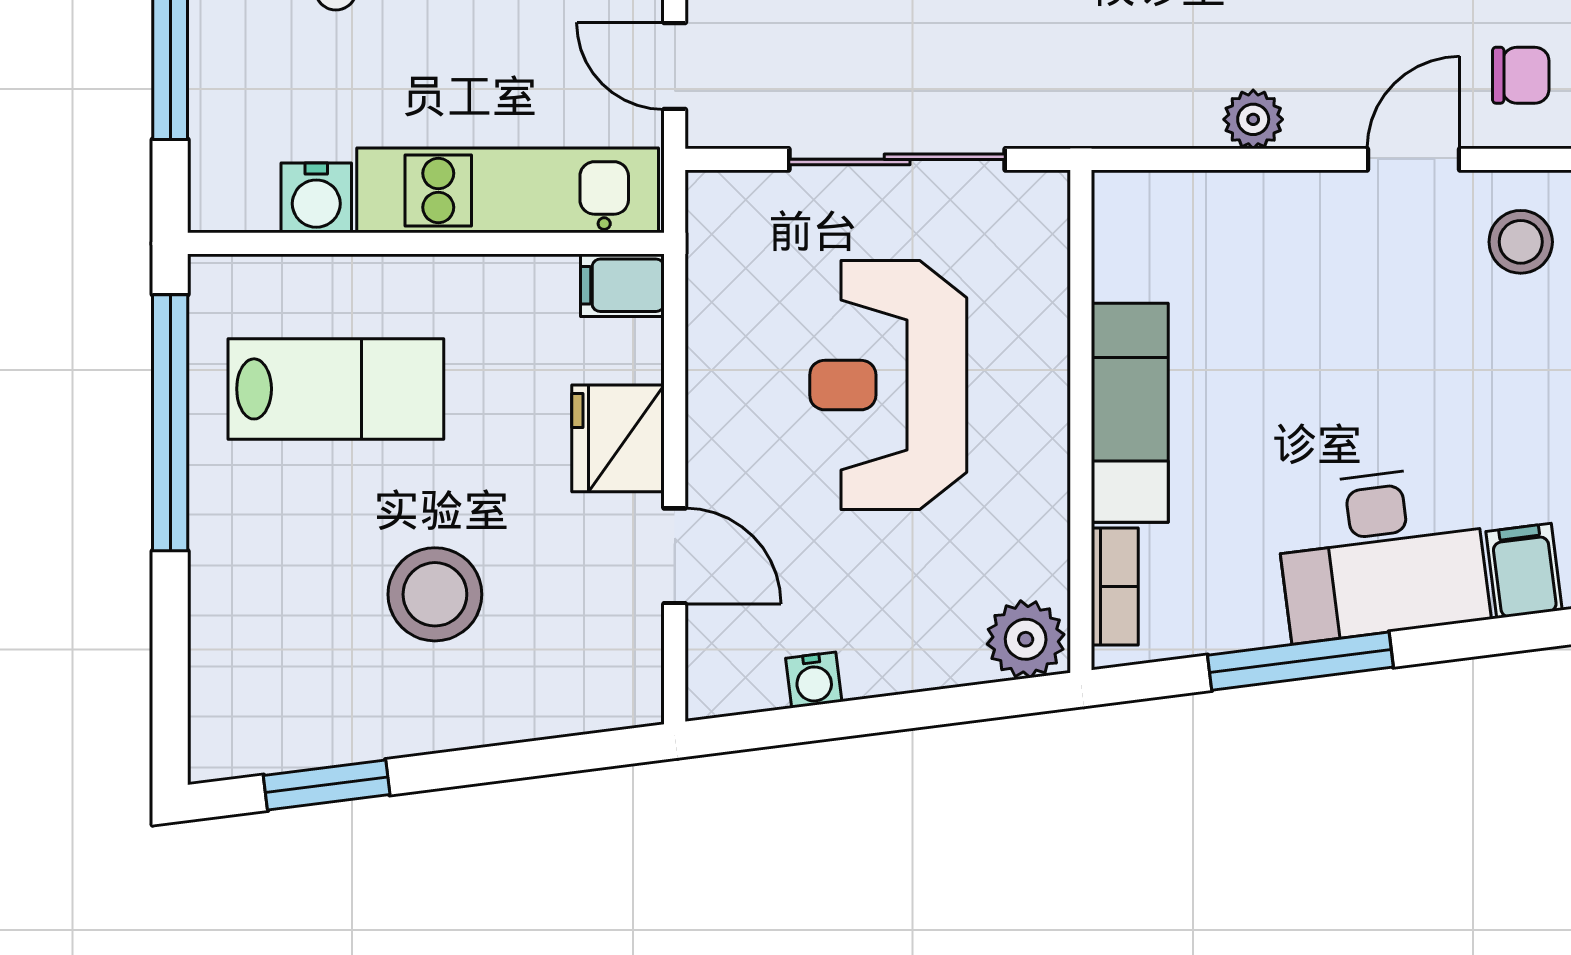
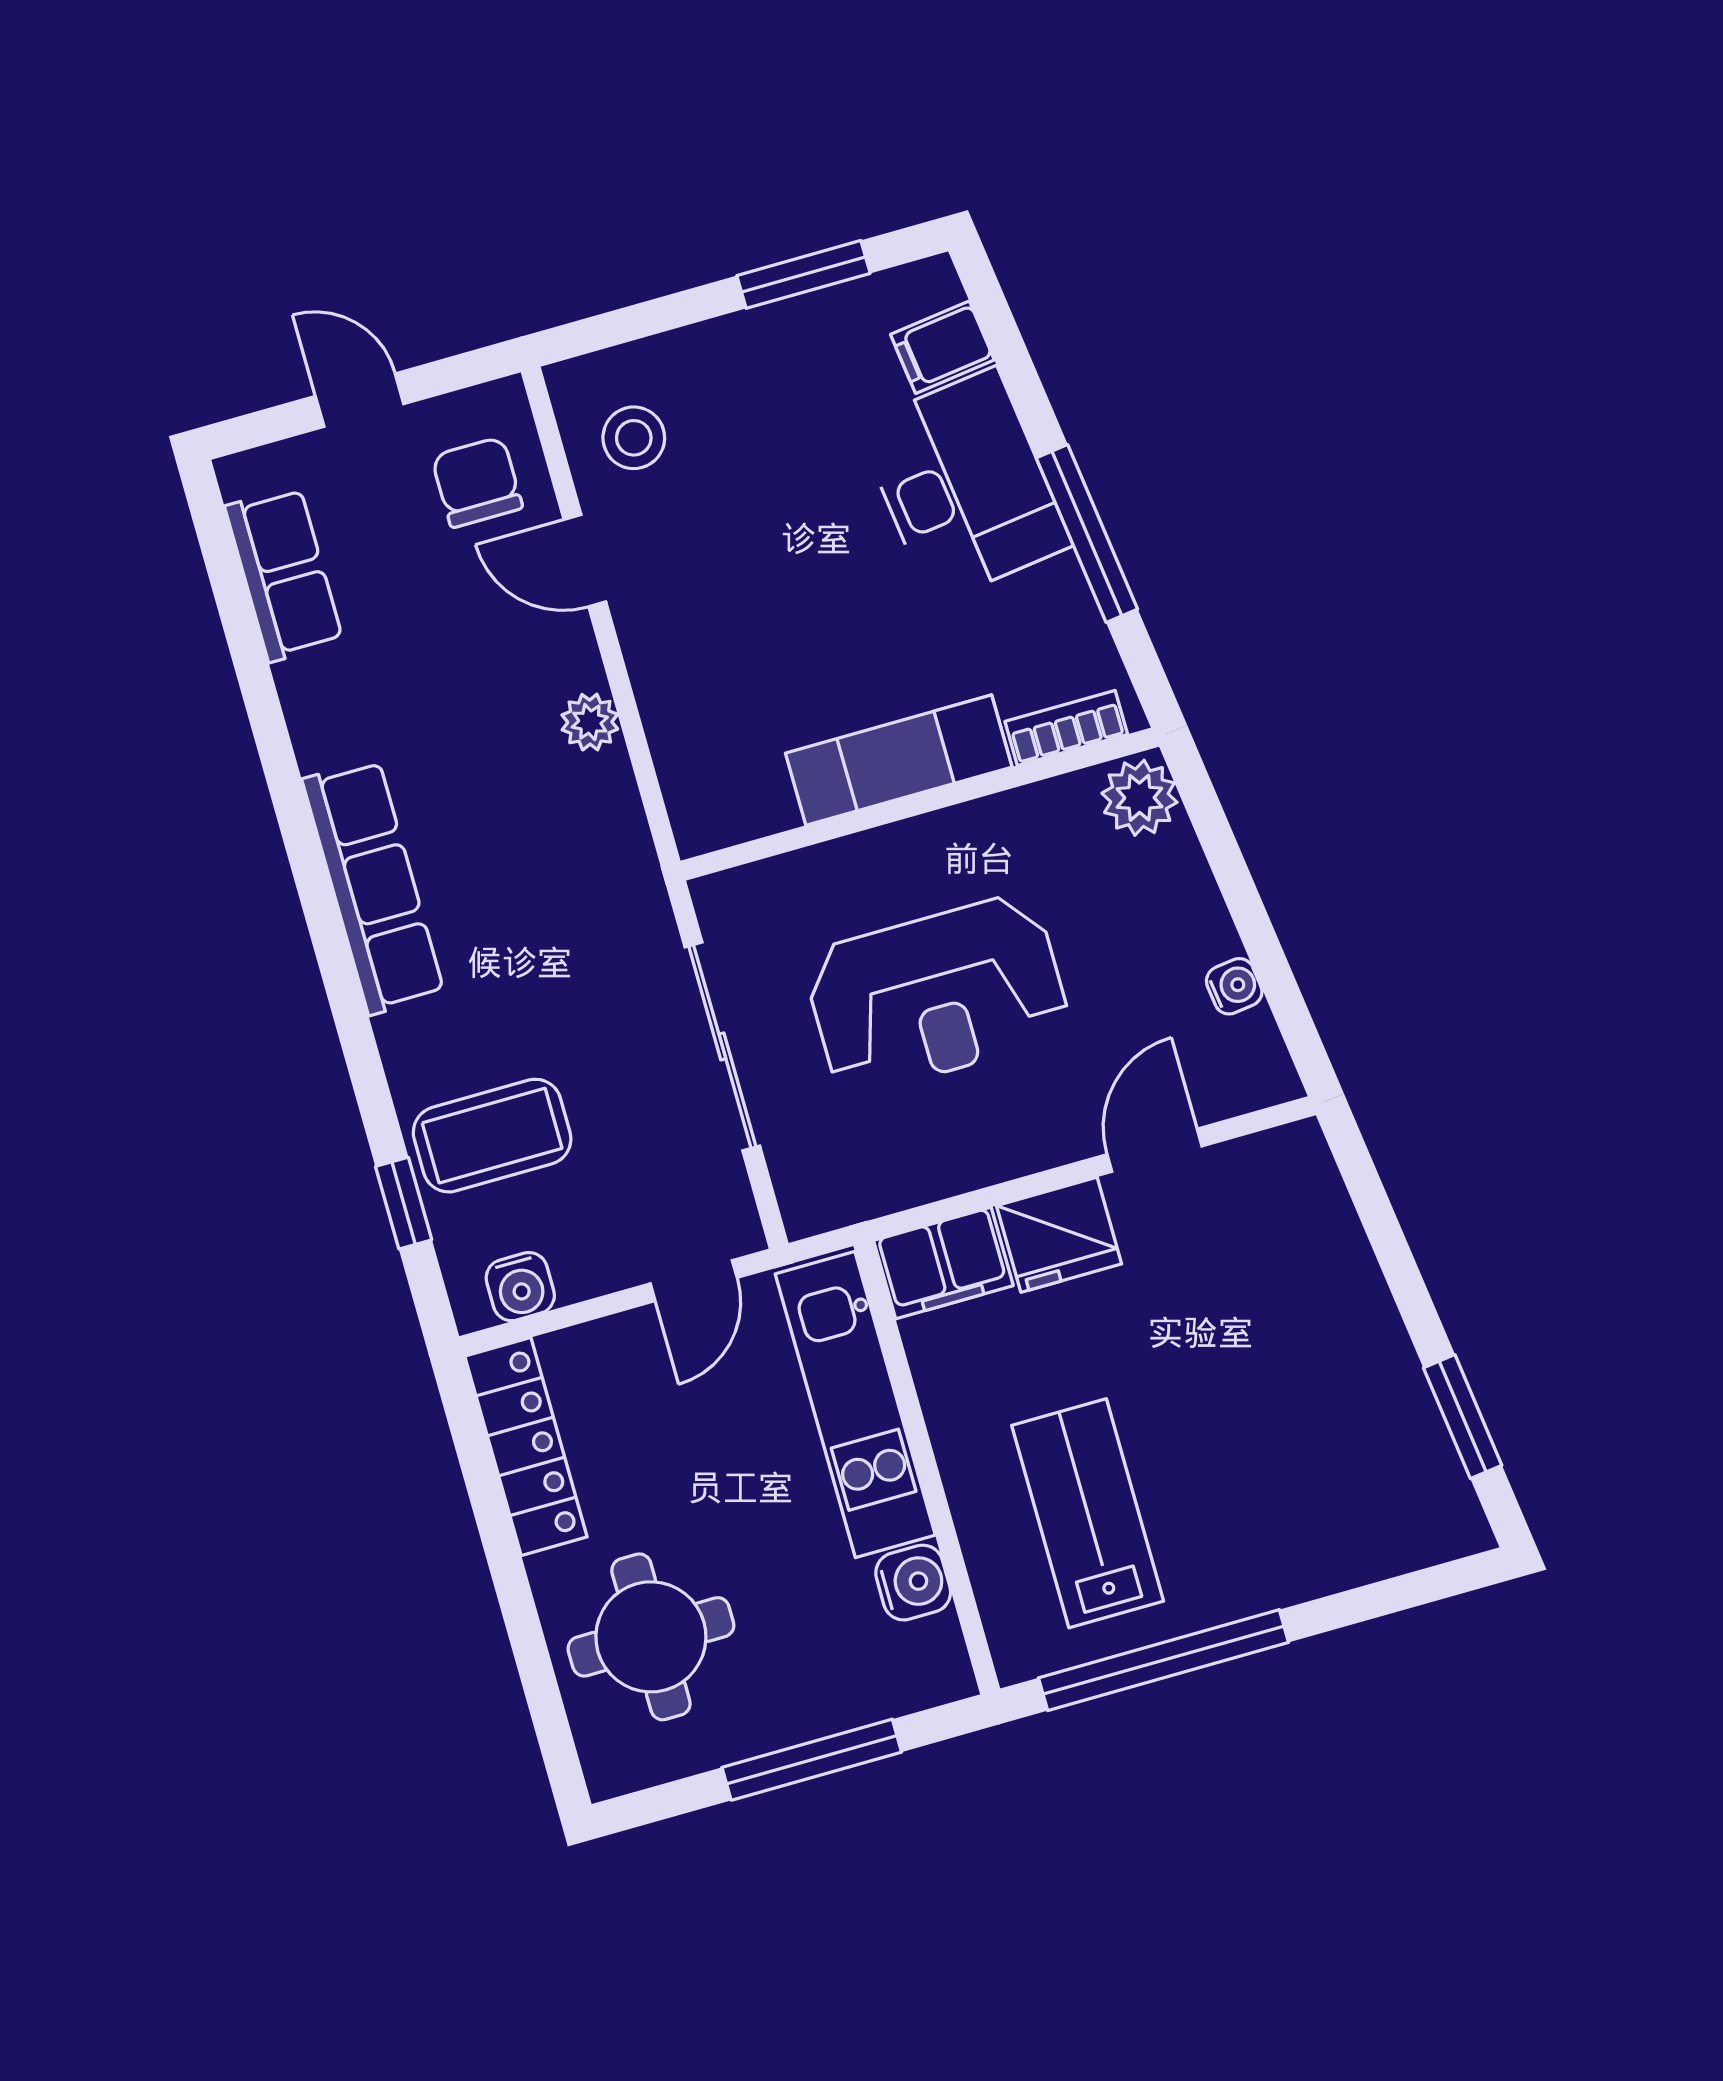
chair: (1521, 75) -> (477, 482), width x1.37, depth x1.37
filing cabinet: (622, 285) -> (943, 1263), width x2.00
stool: (435, 594) -> (1254, 1365), removed

